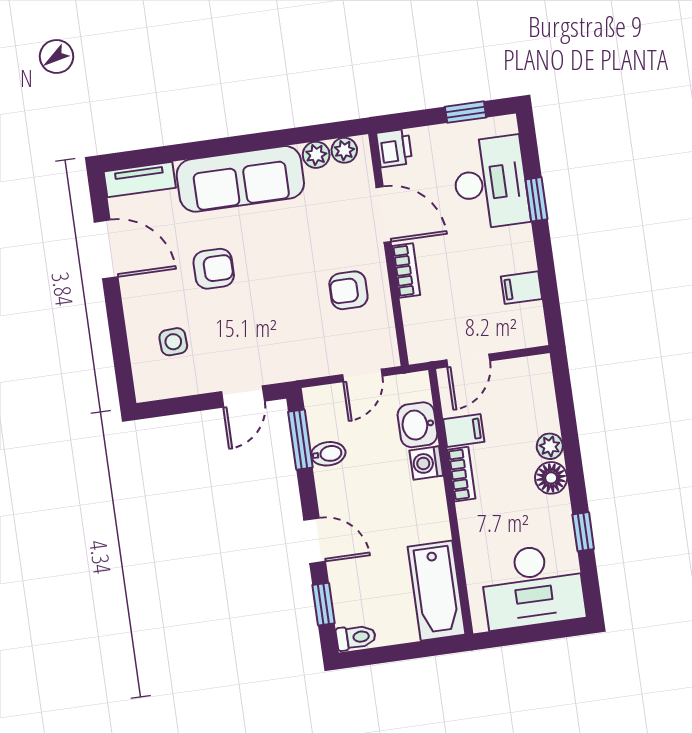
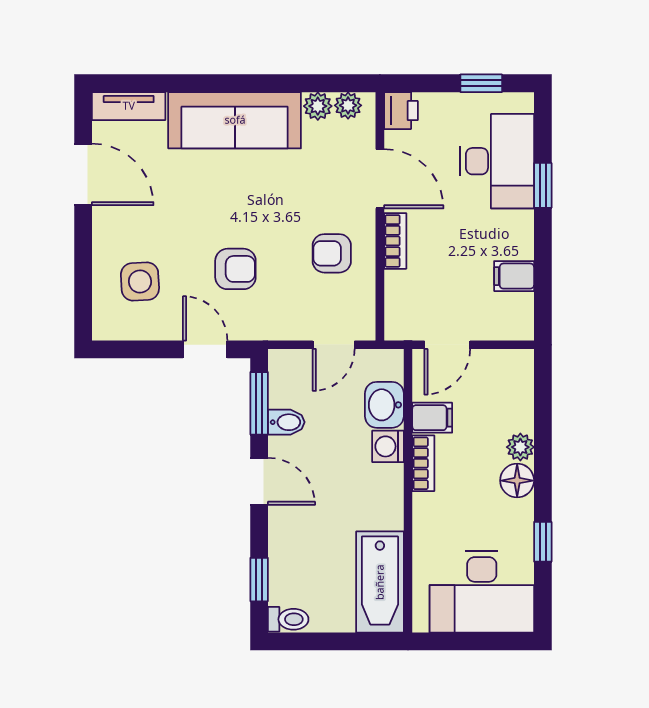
armchair: (214, 269) -> (235, 269), moved
side table: (173, 342) -> (140, 282), width x1.37, depth x1.37
door: (243, 396) -> (205, 349), swing flipped
door: (315, 541) -> (259, 481), moved

